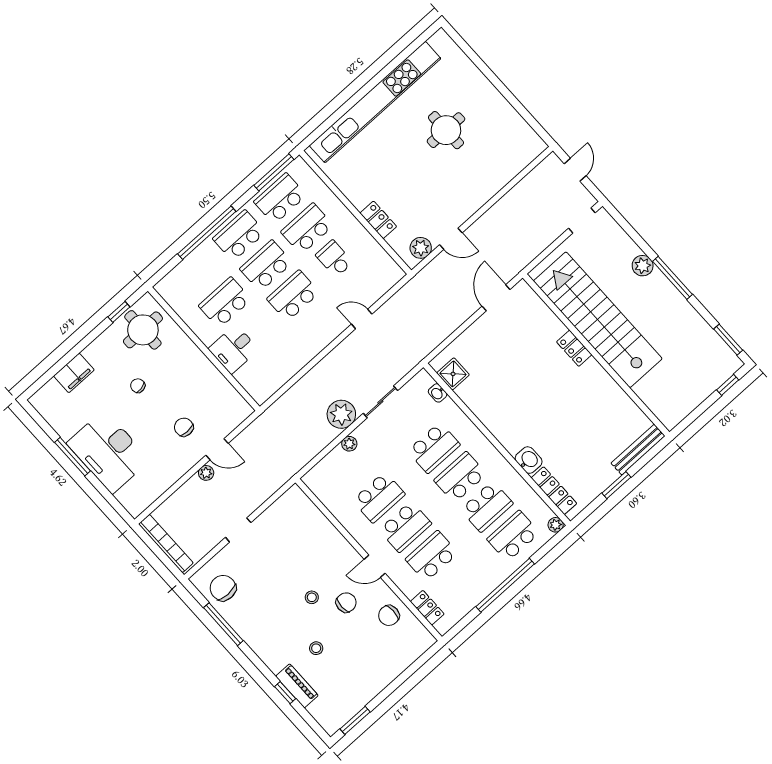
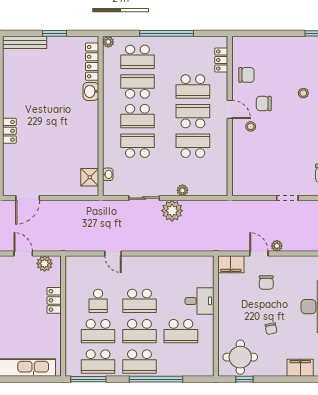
filing cabinet: (235, 414) -> (231, 264), added
stool: (312, 597) -> (251, 126), moved

